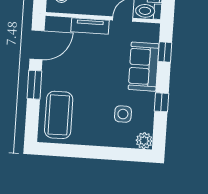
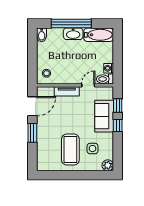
window: (162, 102) -> (118, 125), moved
coffee table: (59, 115) -> (70, 150), moved

